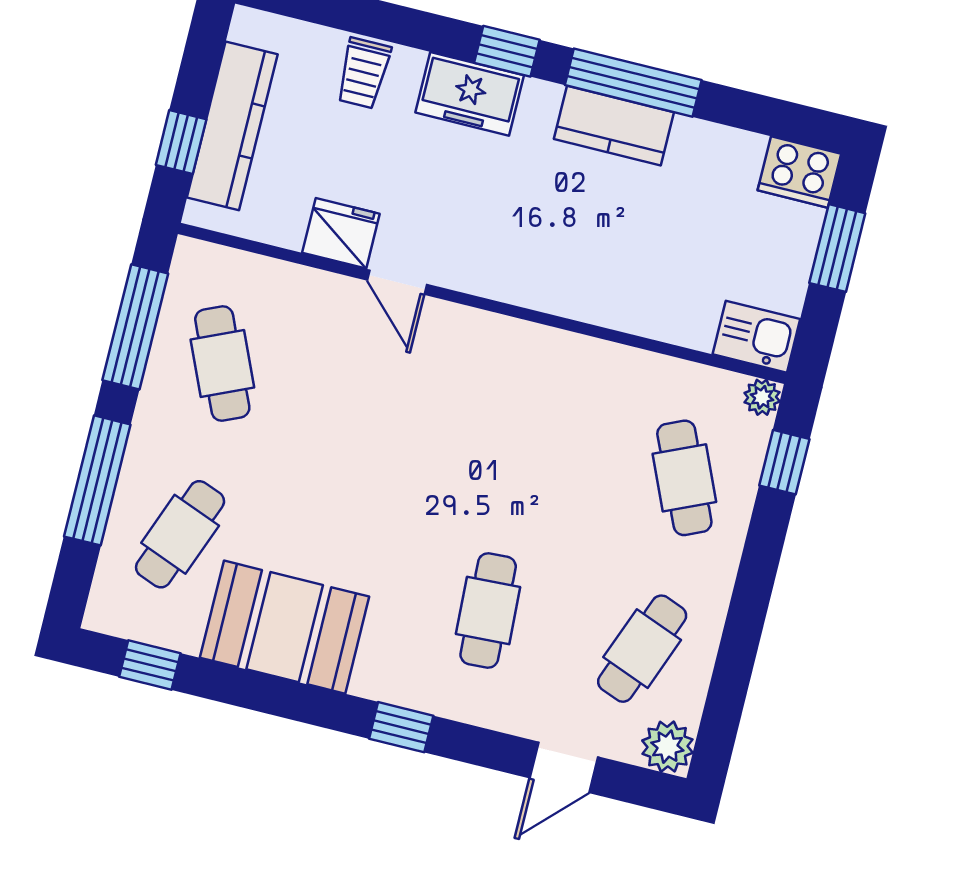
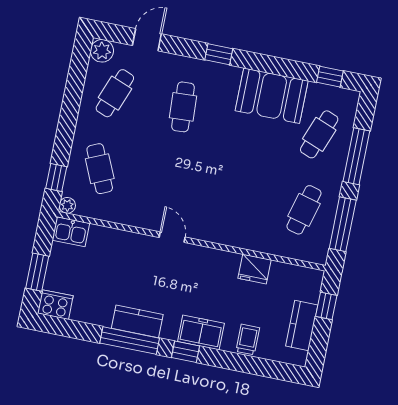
kitchen counter: (232, 126) -> (302, 325), width x0.67
door: (397, 282) -> (172, 237), moved
cafe table: (222, 364) -> (304, 210), turned 39

